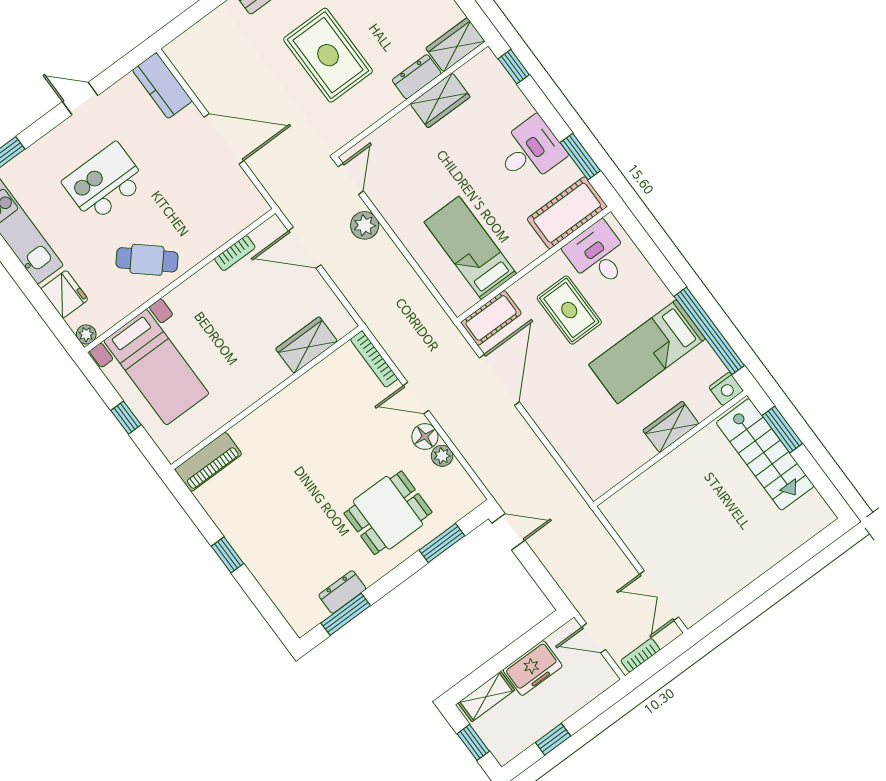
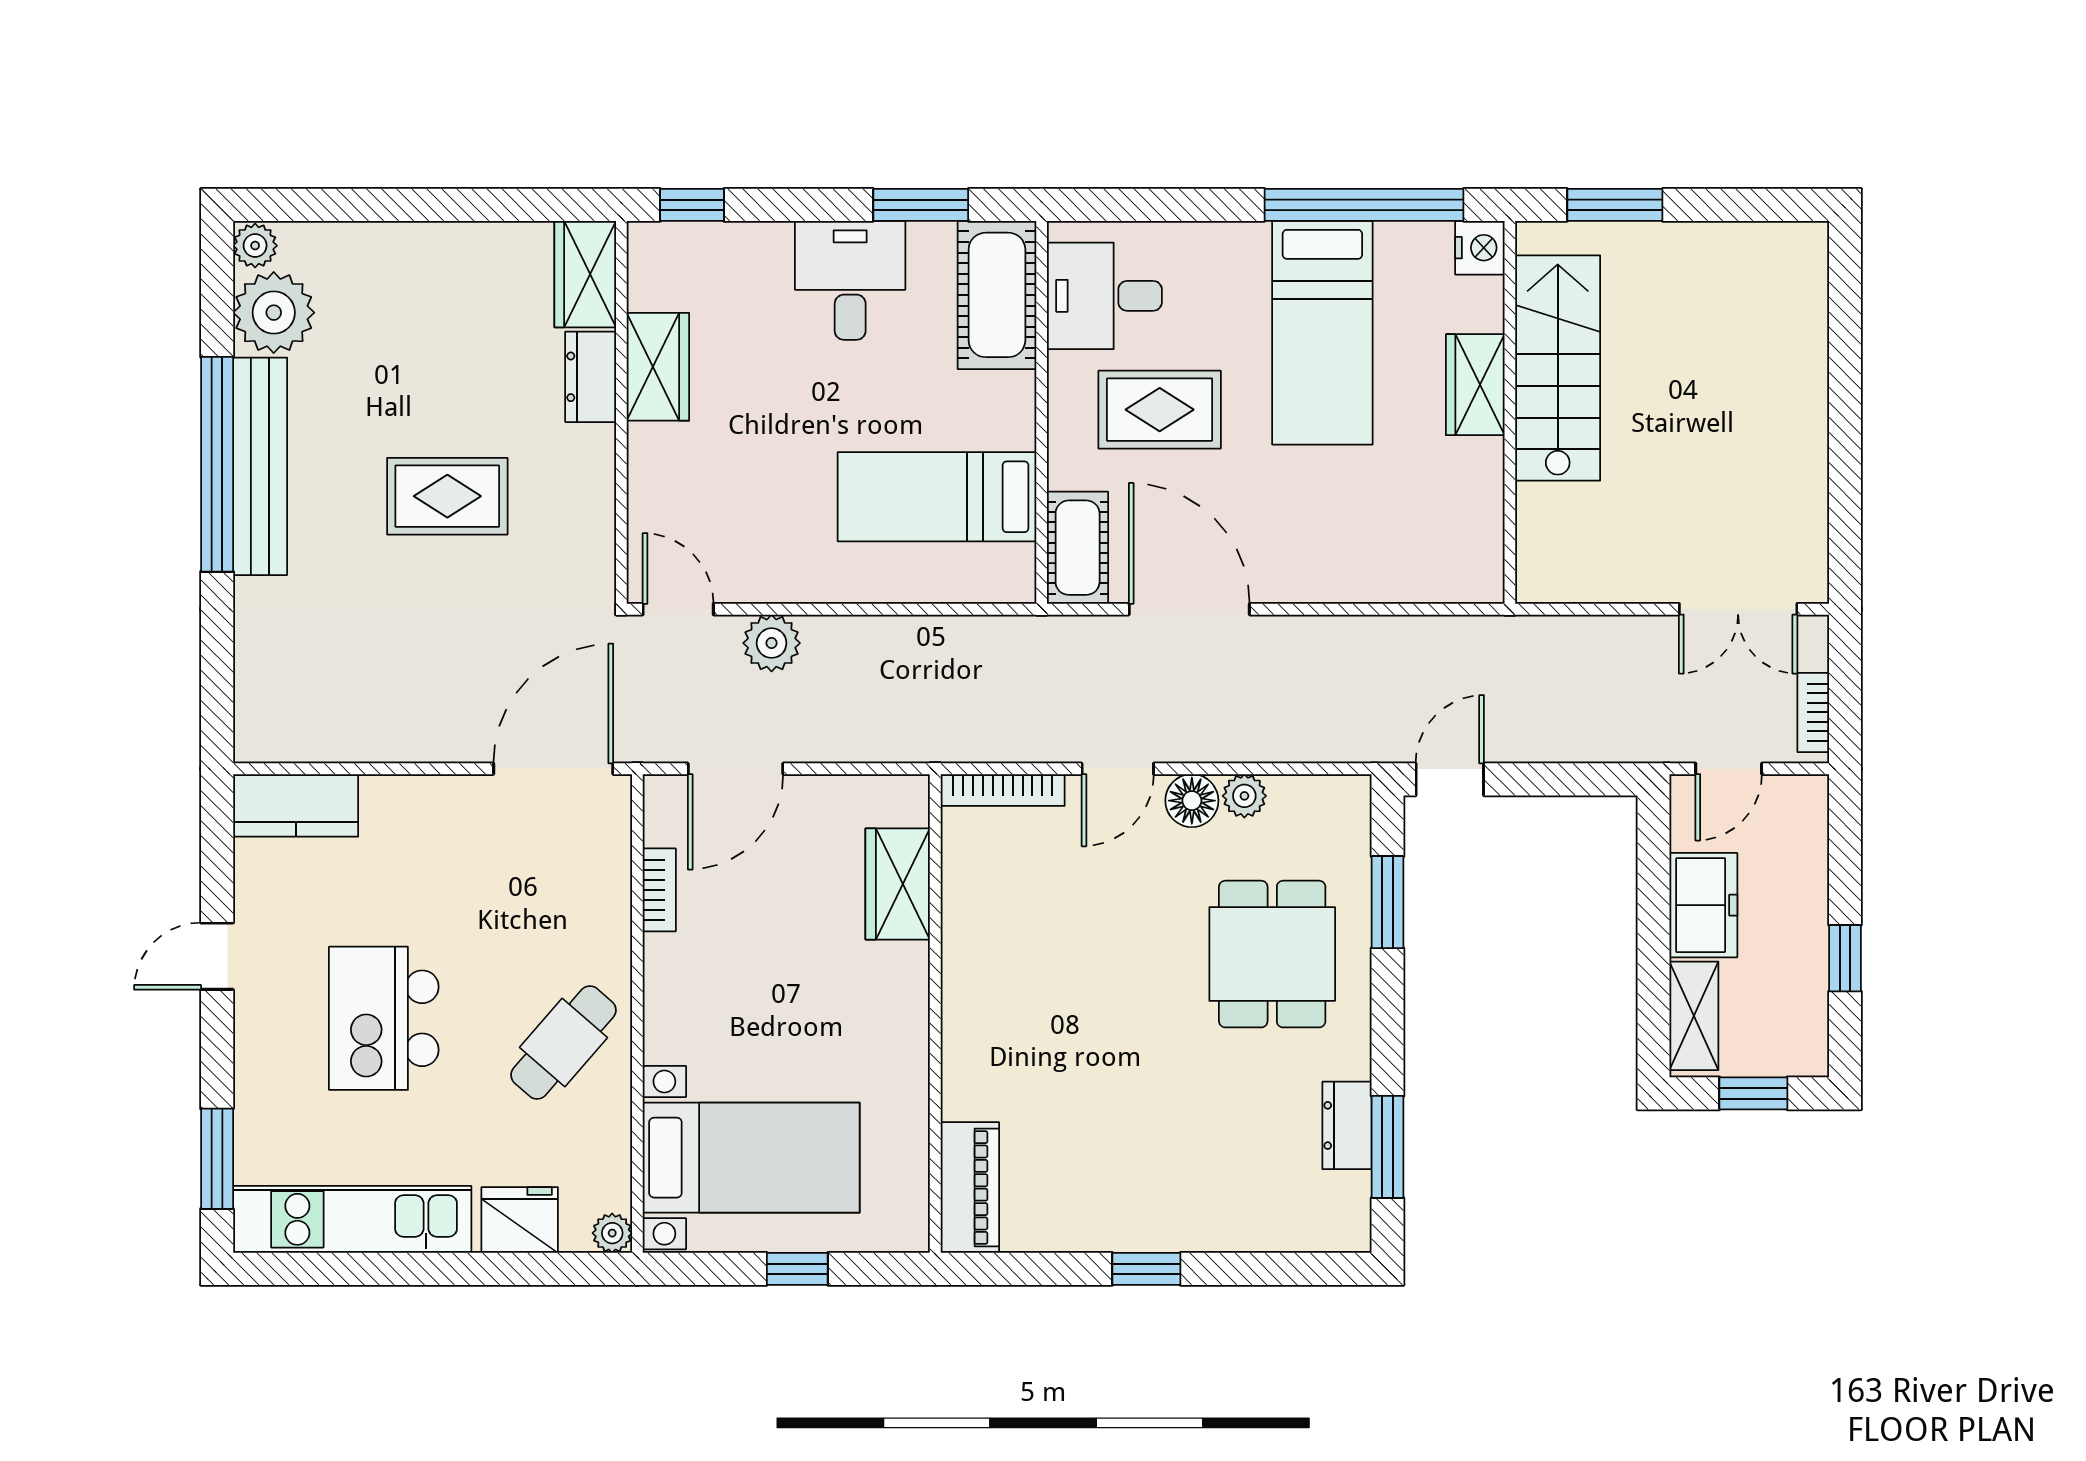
rug: (328, 55) -> (447, 496), width x0.73, depth x0.70
door: (224, 139) -> (553, 769), moved
stairs: (765, 454) -> (1558, 368), moved, turned -90

